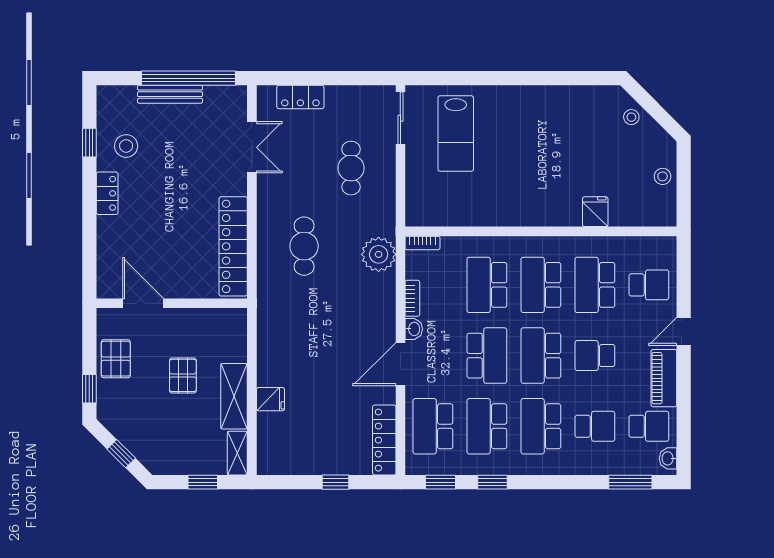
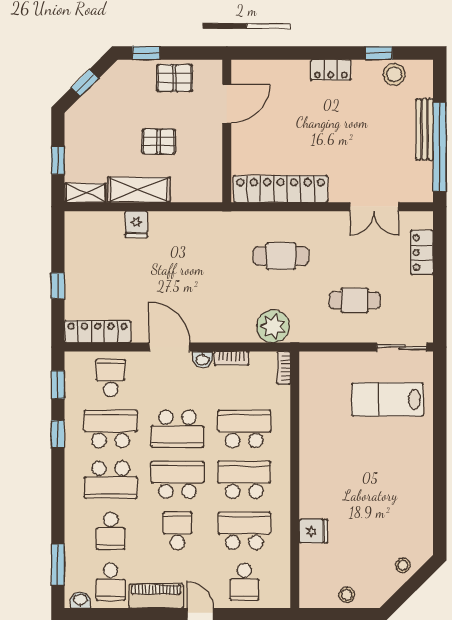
stool: (126, 146) -> (394, 74), moved
school desk: (433, 426) -> (111, 378), width x0.54
school desk: (541, 426) -> (111, 480), turned 180

